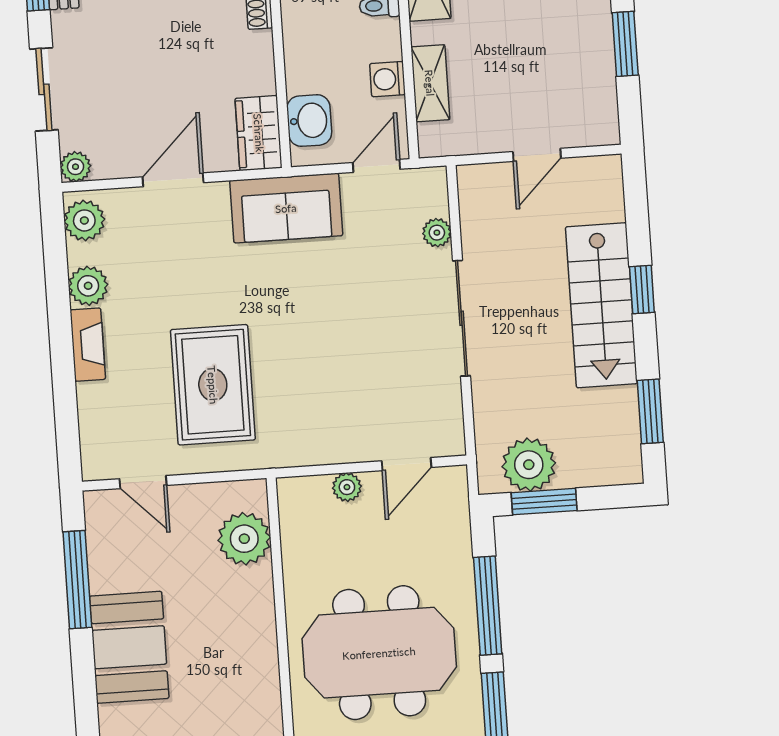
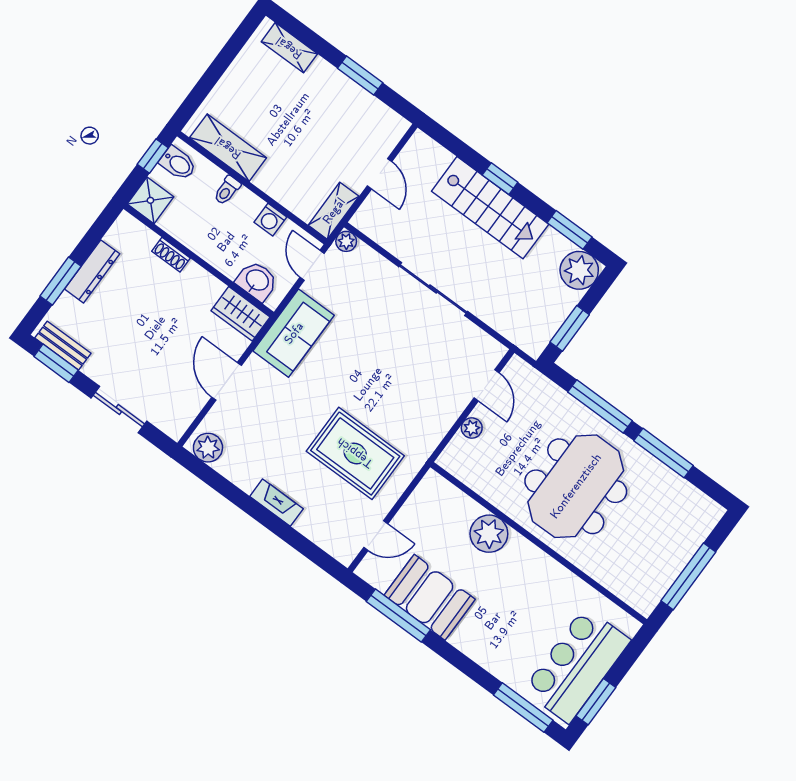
shelving: (430, 83) -> (334, 211), moved, turned 90
plant: (76, 167) -> (175, 428), removed
plant: (437, 233) -> (346, 241), moved
plant: (88, 286) -> (245, 475), removed
plant: (529, 465) -> (579, 270), moved
plant: (244, 539) -> (489, 534), moved
booth: (129, 647) -> (430, 597), moved

